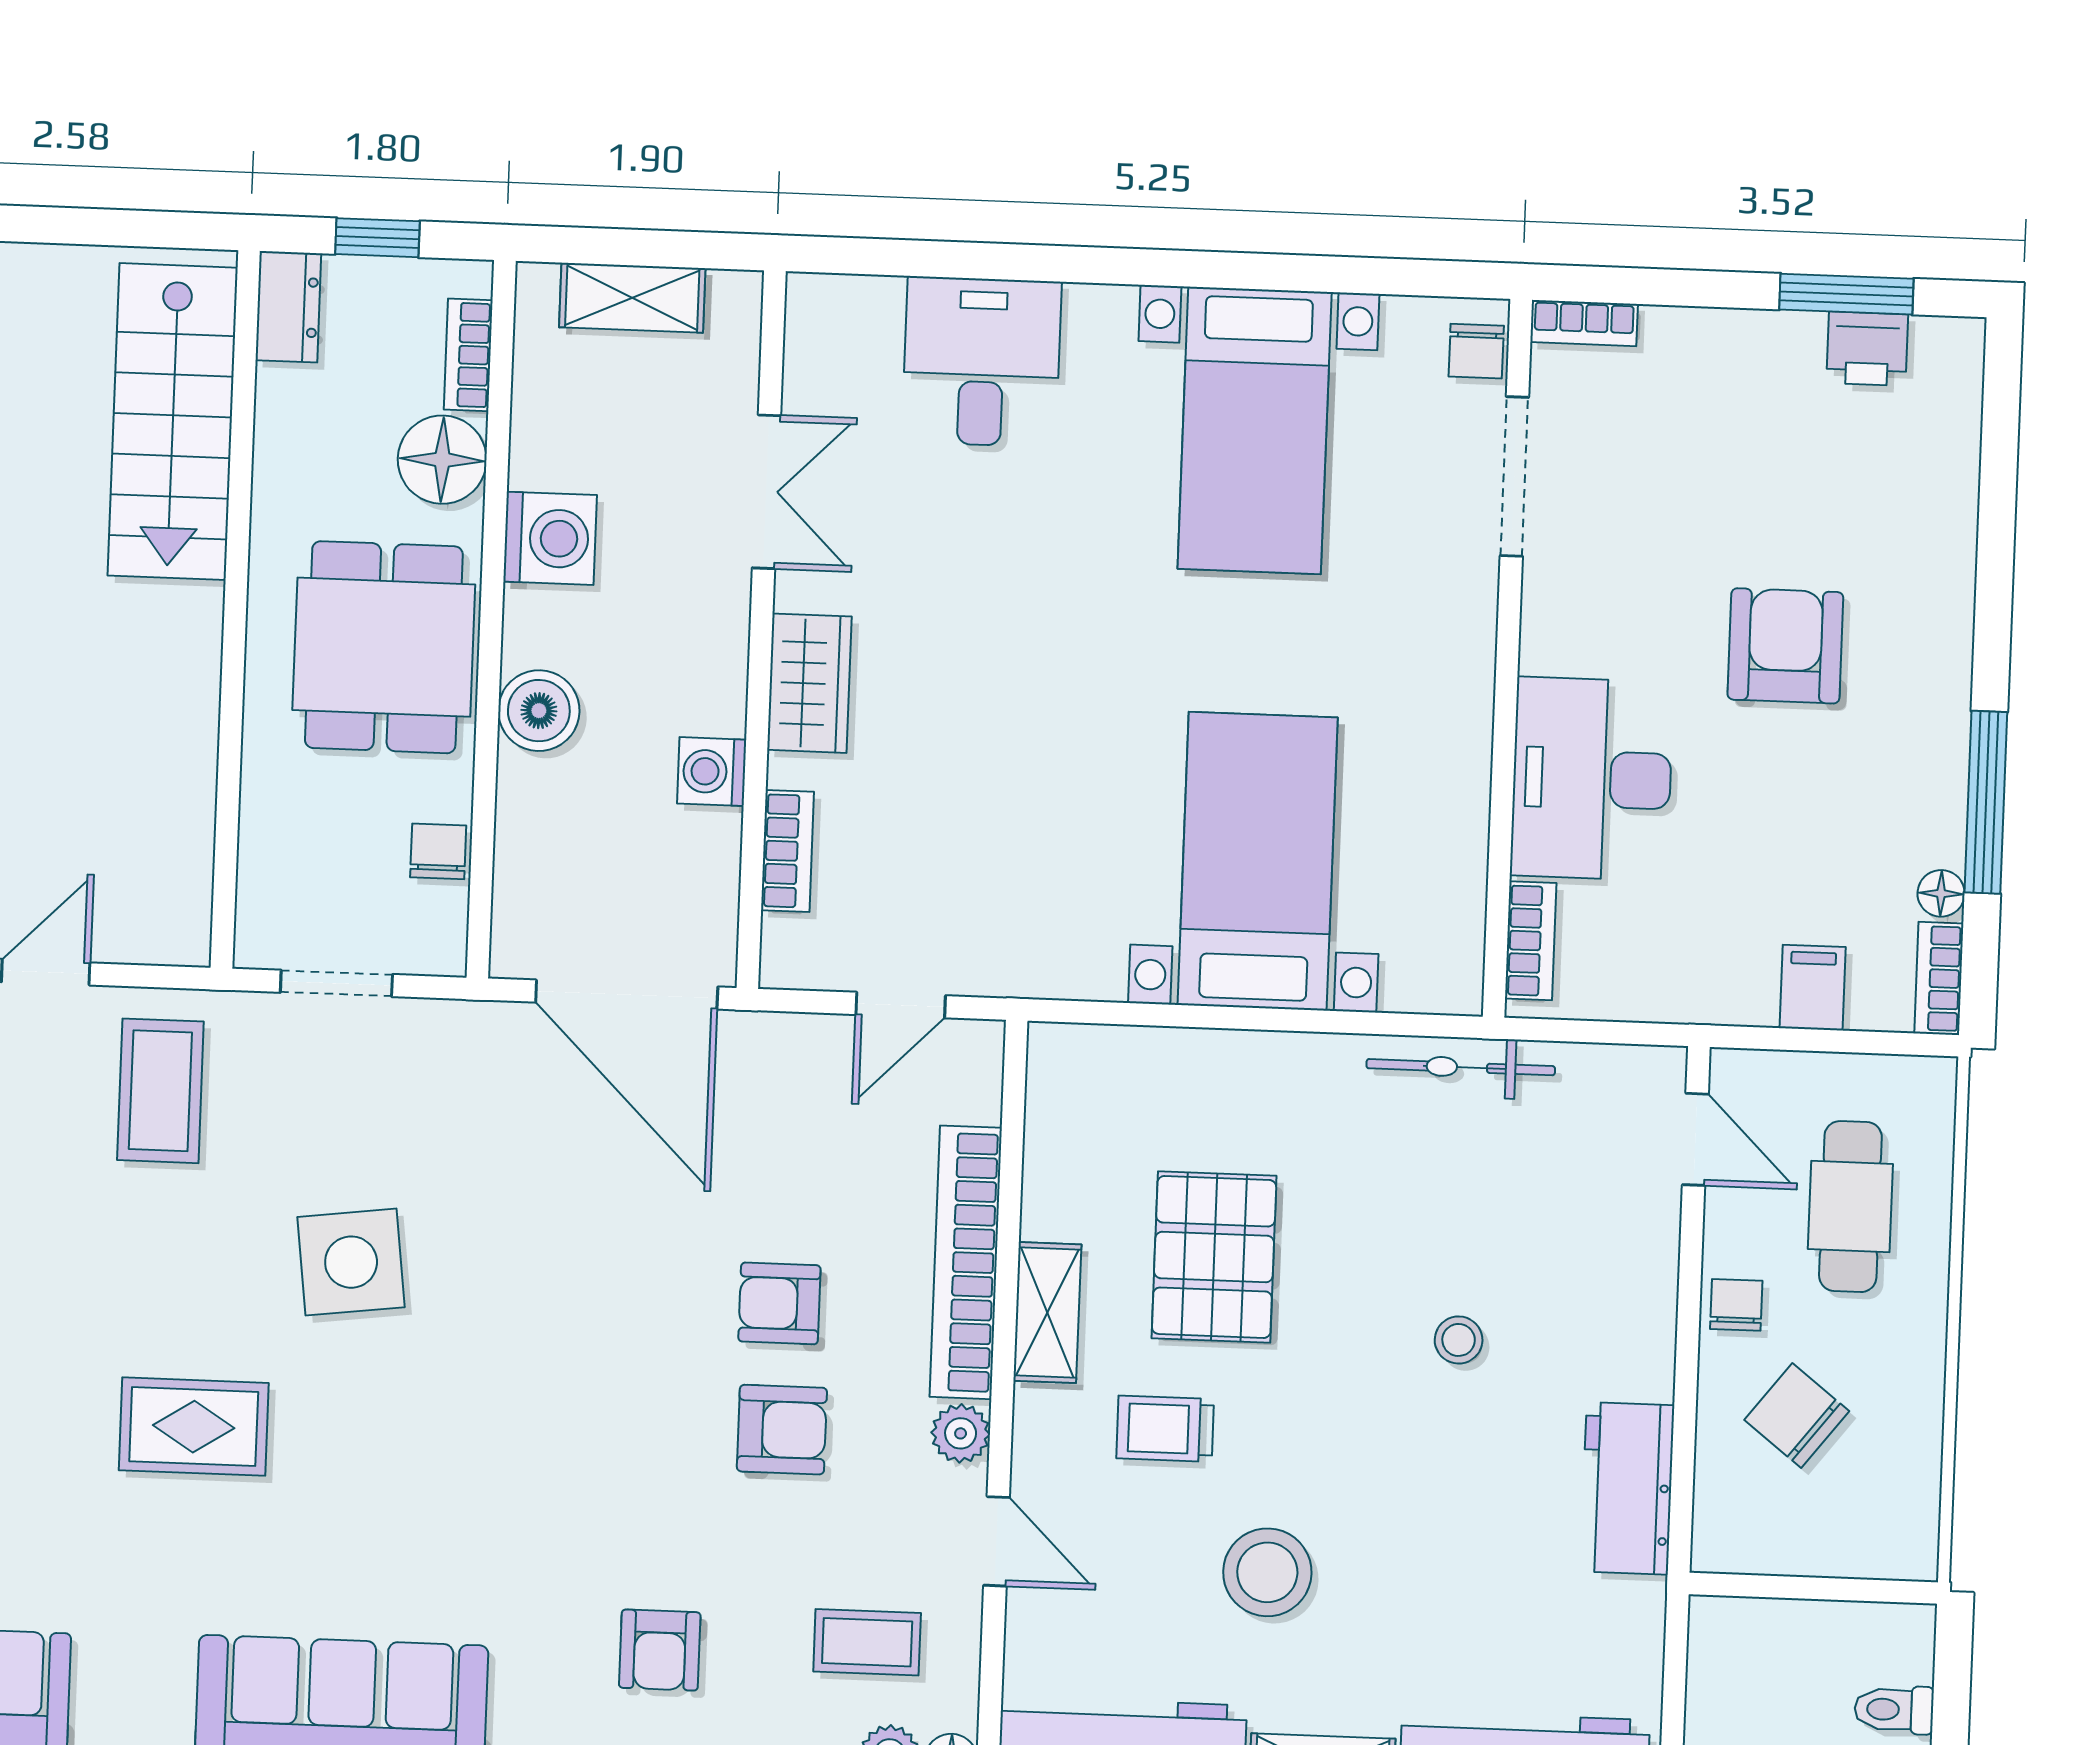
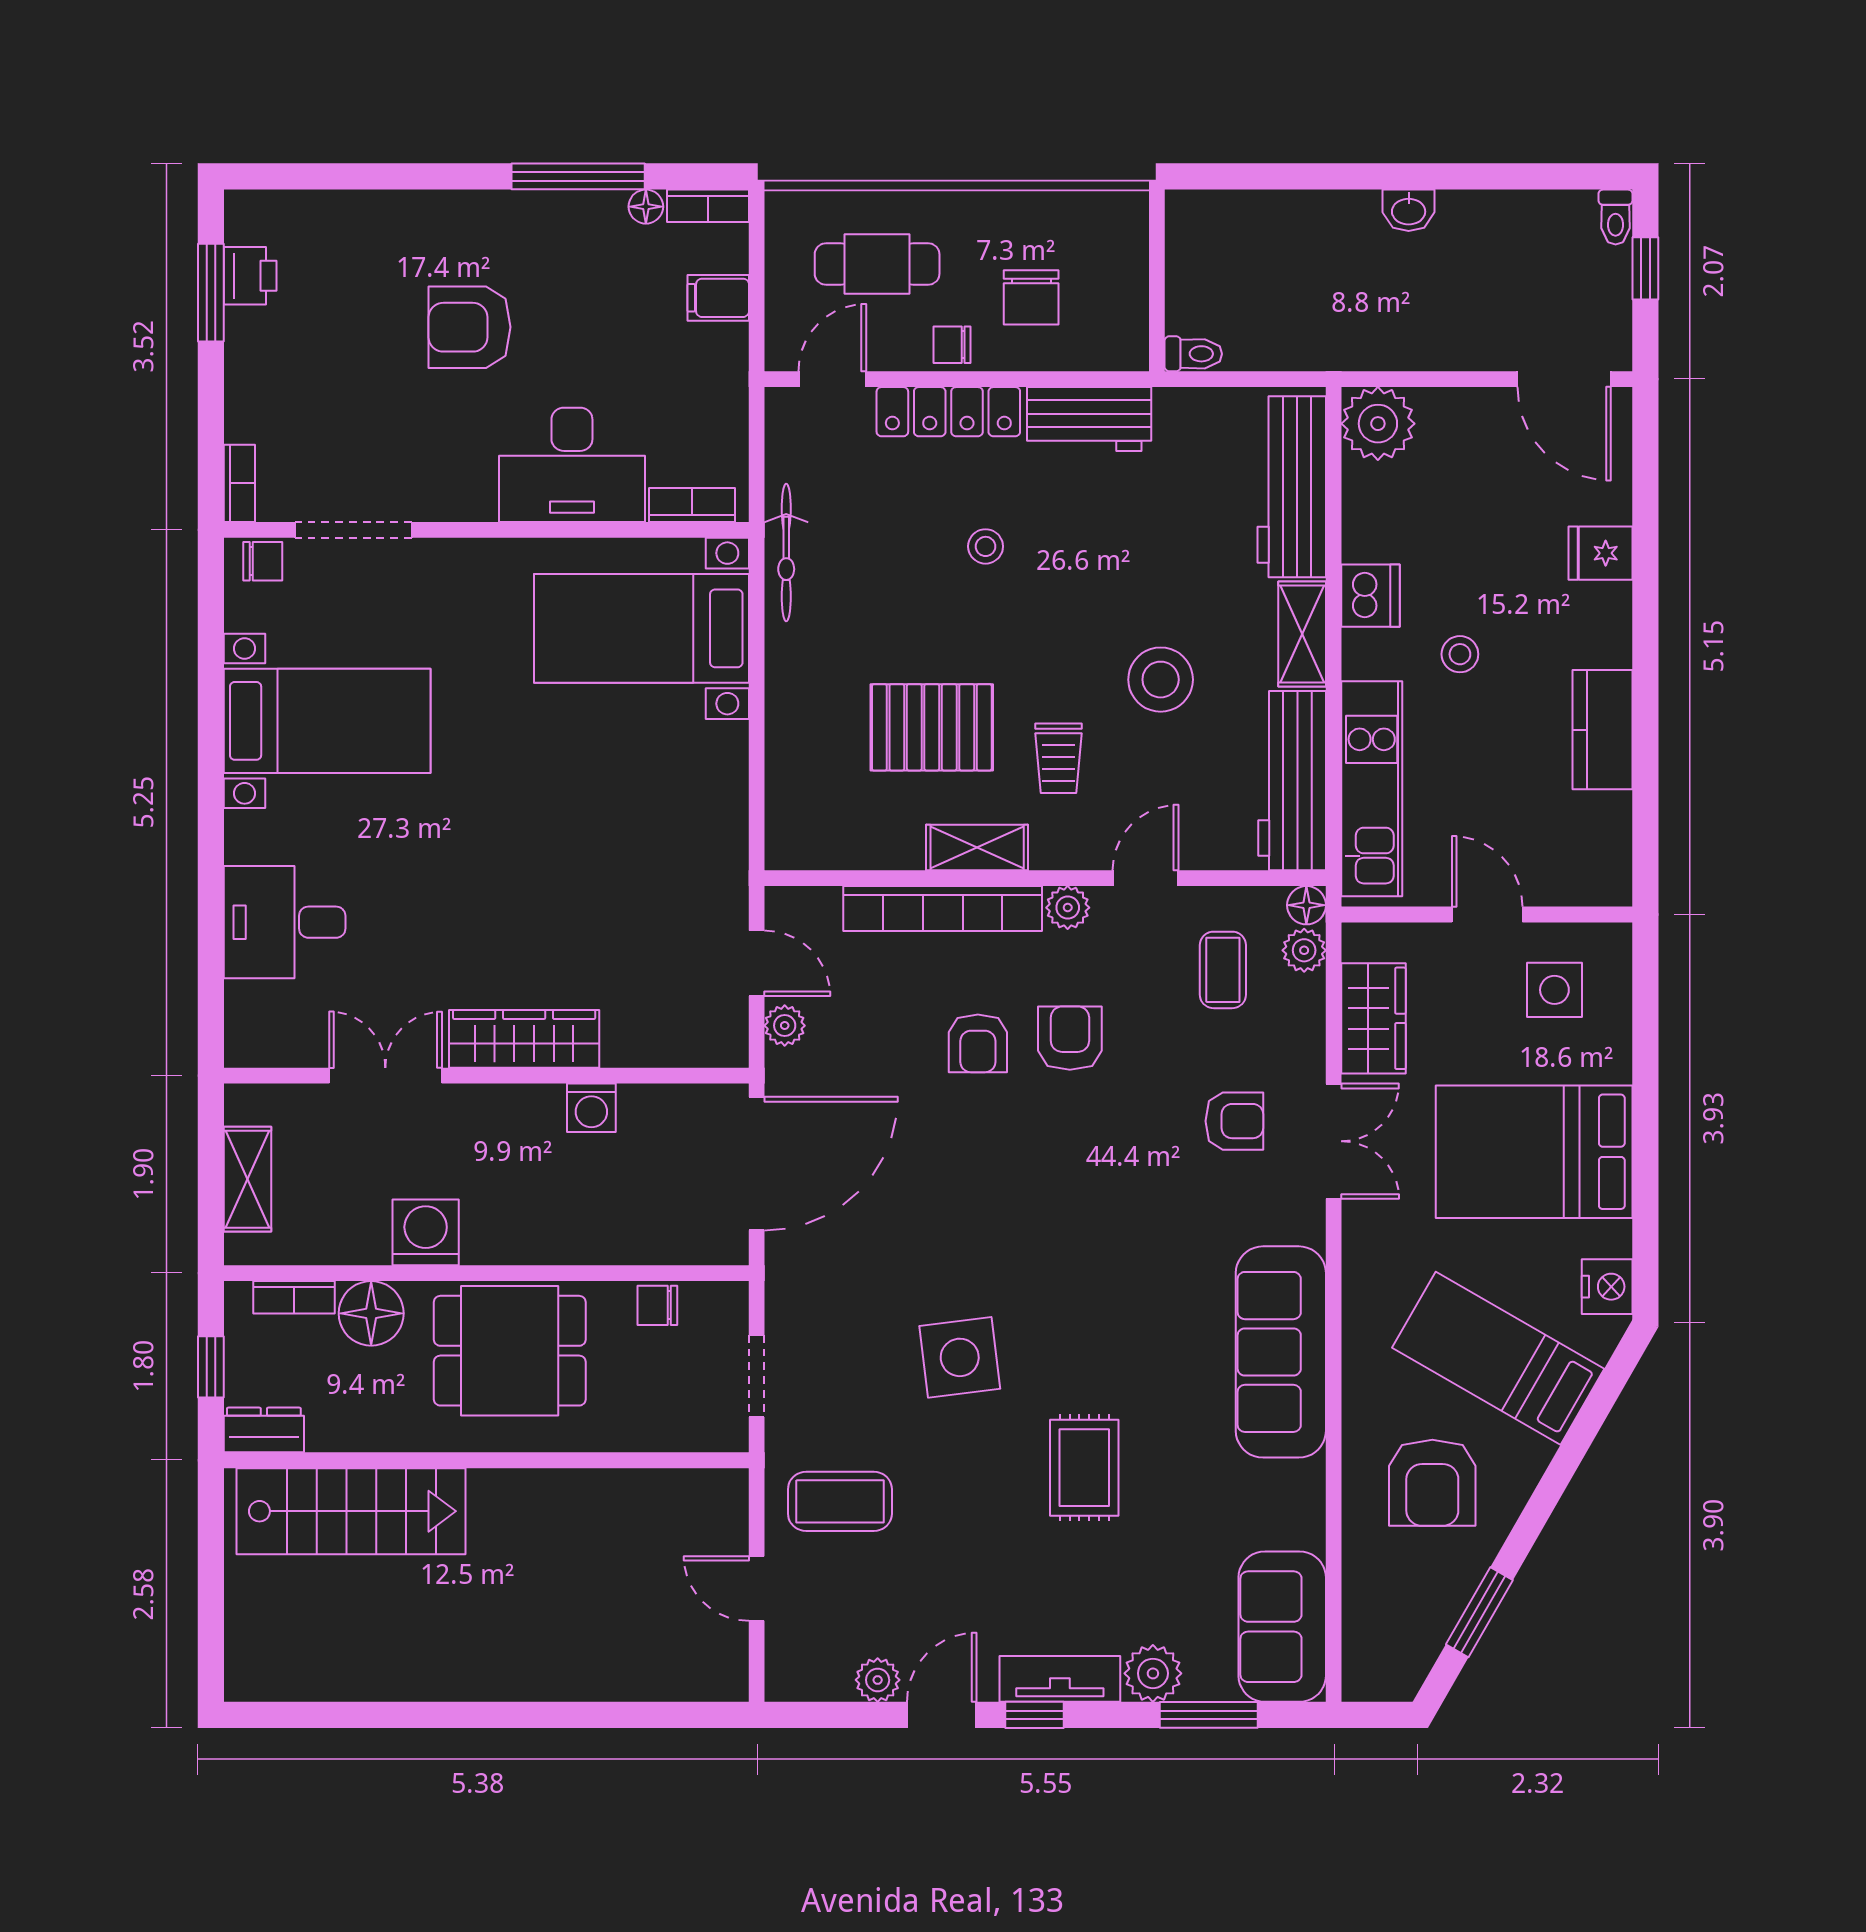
wardrobe: (809, 683) -> (524, 1039), width x1.50
boiler: (539, 711) -> (552, 1236), removed
bookcase: (787, 851) -> (647, 1050), removed
bed with nightstands: (1258, 861) -> (642, 628), moved
plant: (814, 1040) -> (785, 1026), added
locker: (1645, 1296) -> (948, 412), added
chair: (1797, 1415) -> (1031, 297), turned -38
toilet: (1894, 1710) -> (1193, 354), moved, turned -90

